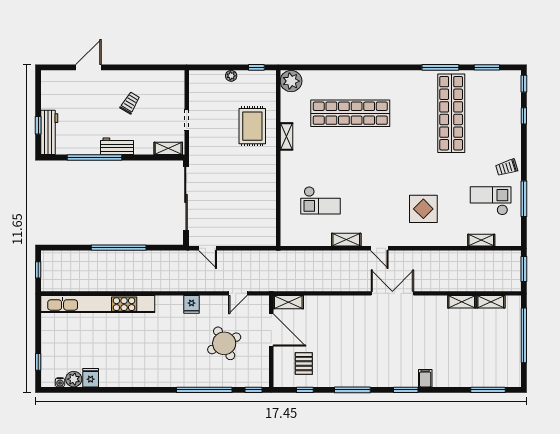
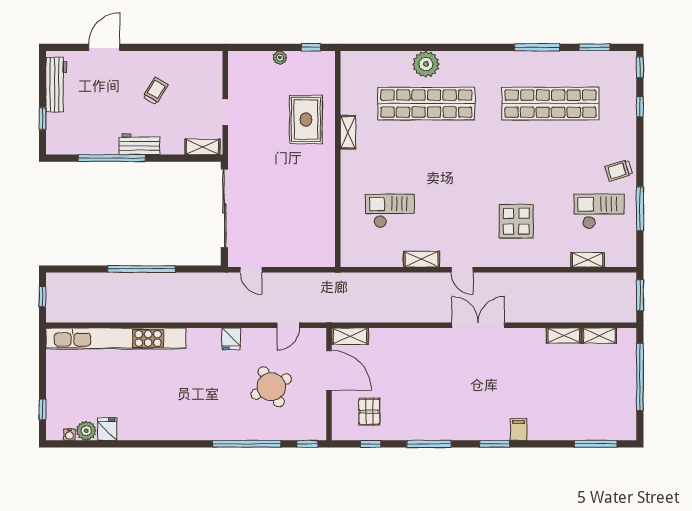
plant: (291, 81) -> (426, 64), moved
shop shelf: (451, 113) -> (550, 104), turned 90
workbench: (49, 132) -> (56, 85), moved
checkout: (321, 200) -> (390, 211), turned 180

